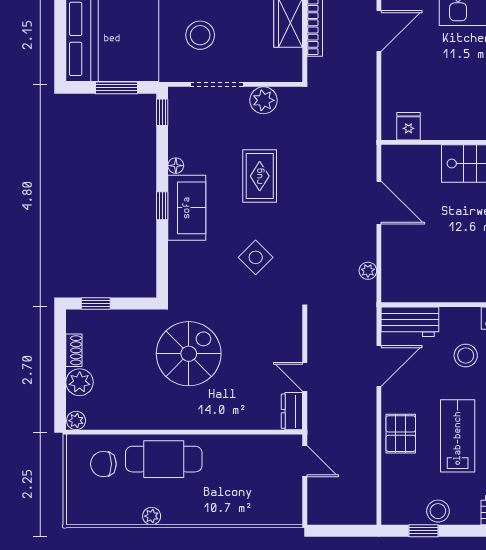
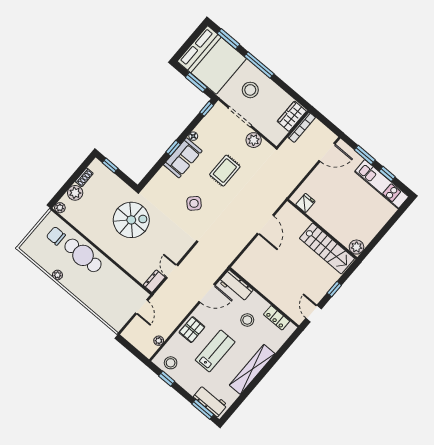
plant: (368, 271) -> (159, 341), moved
stool: (438, 511) -> (171, 363), moved

